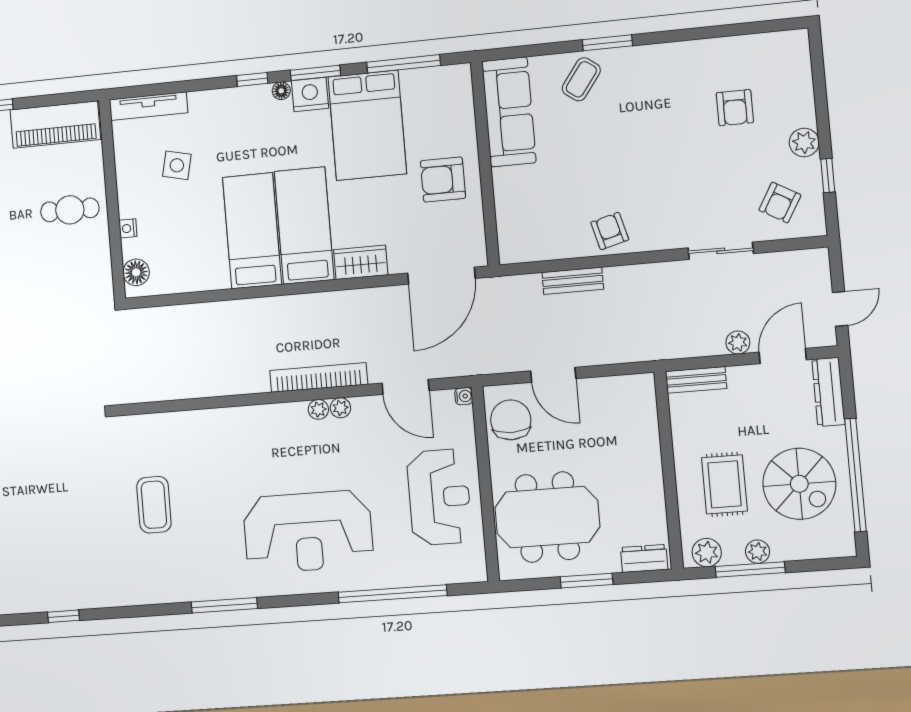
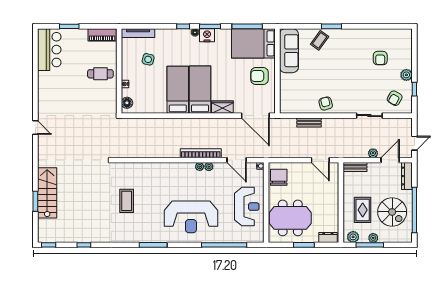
piano: (55, 125) -> (102, 35), width x0.73, depth x0.75
bed: (367, 125) -> (253, 43), moved, turned 90
door: (441, 276) -> (255, 116), hinge flipped
door: (553, 375) -> (320, 160), moved

